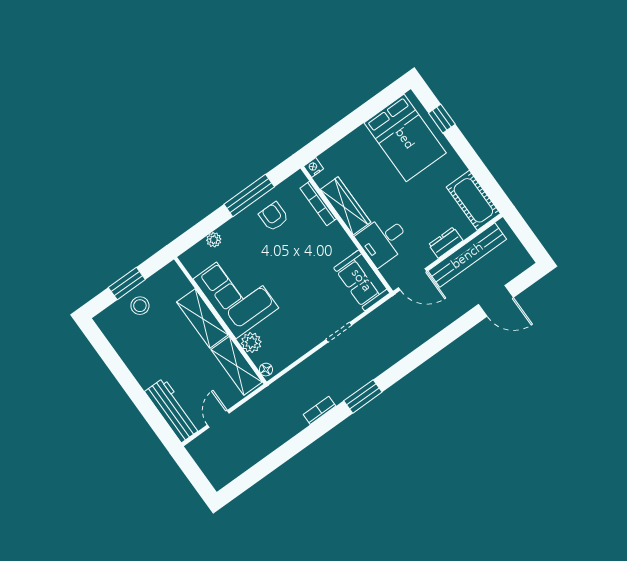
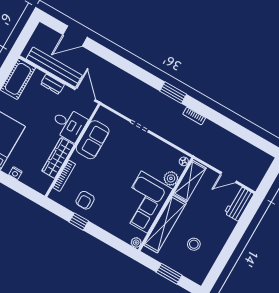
nightstand: (314, 167) -> (15, 173), moved
window: (249, 196) -> (79, 222), width x0.46
plant: (214, 240) -> (136, 243), moved
sofa: (362, 280) -> (93, 140), moved
door: (496, 301) -> (75, 36), swing flipped
stool: (140, 306) -> (194, 244), moved
shelving: (202, 318) -> (165, 224), width x1.47
workbench: (173, 410) -> (239, 204), width x0.73

